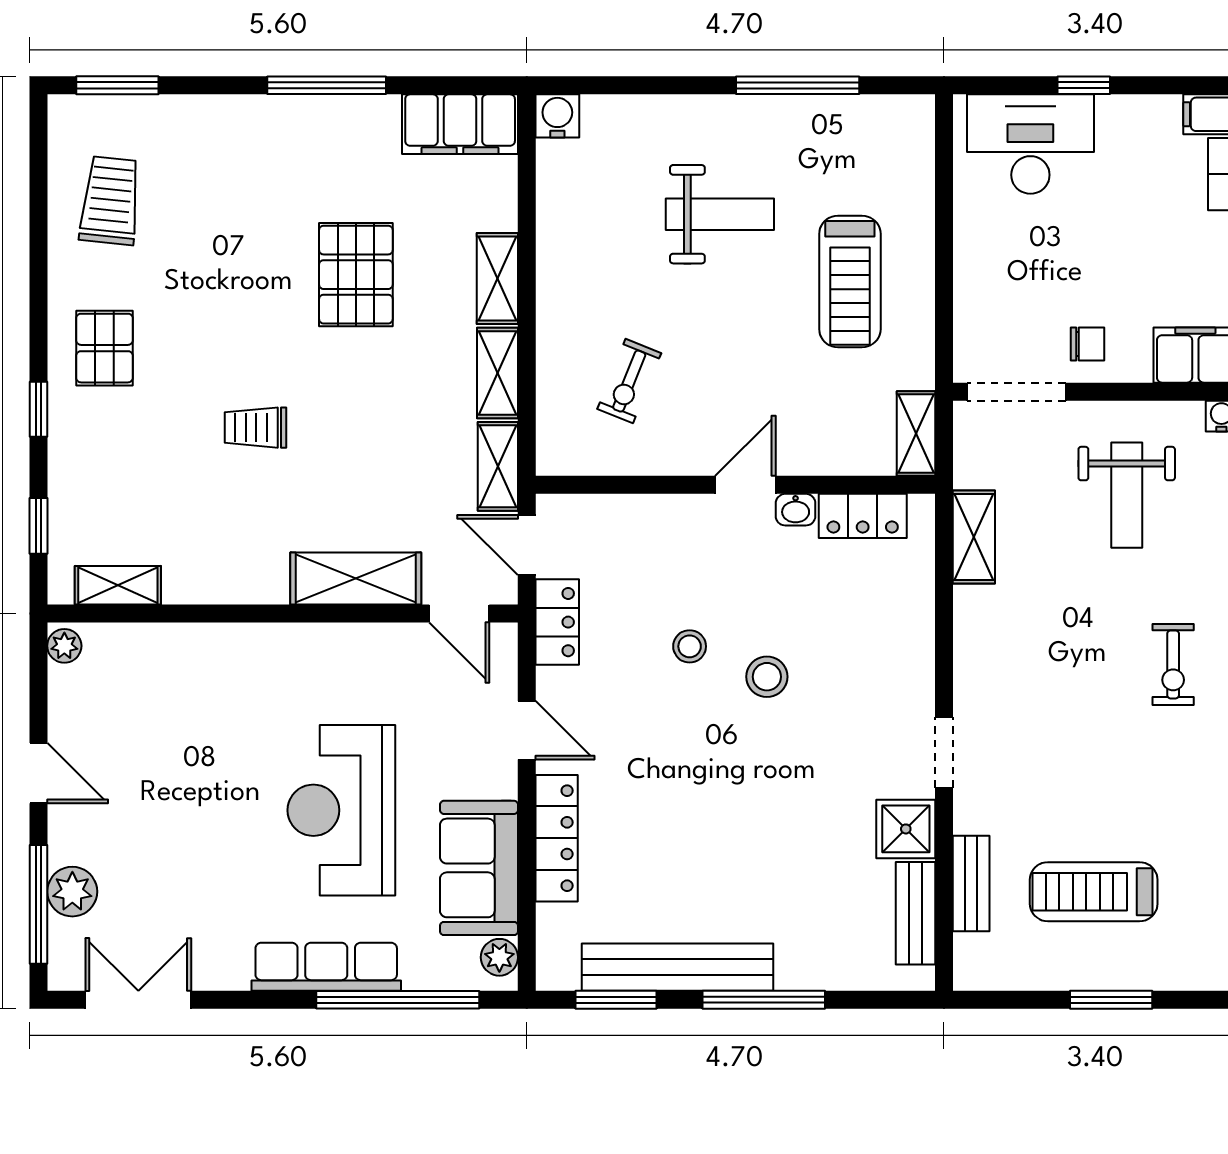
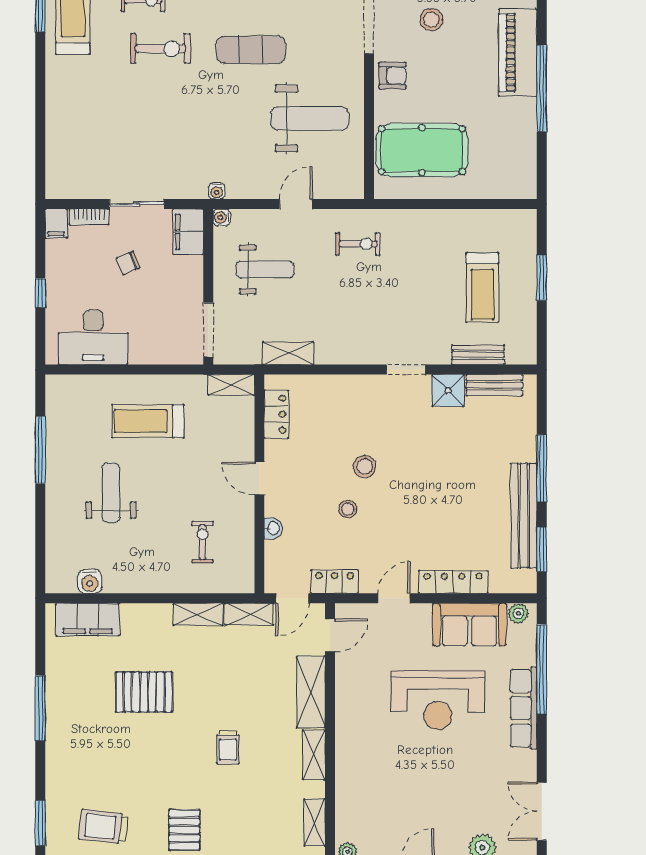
water cooler: (557, 116) -> (90, 582), moved, turned -90
filing cabinet: (460, 124) -> (88, 620), moved, turned 90
desk: (1030, 144) -> (93, 337), moved, turned -90
shelving: (497, 279) -> (314, 755), moved, turned 90
treadmill: (850, 282) -> (148, 421), turned 180
chair: (1088, 344) -> (128, 263), moved, turned -112
pallet: (104, 348) -> (184, 830), turned 90
exercise bike: (629, 381) -> (202, 542), turned -112
washbasin: (796, 510) -> (273, 528), moved

